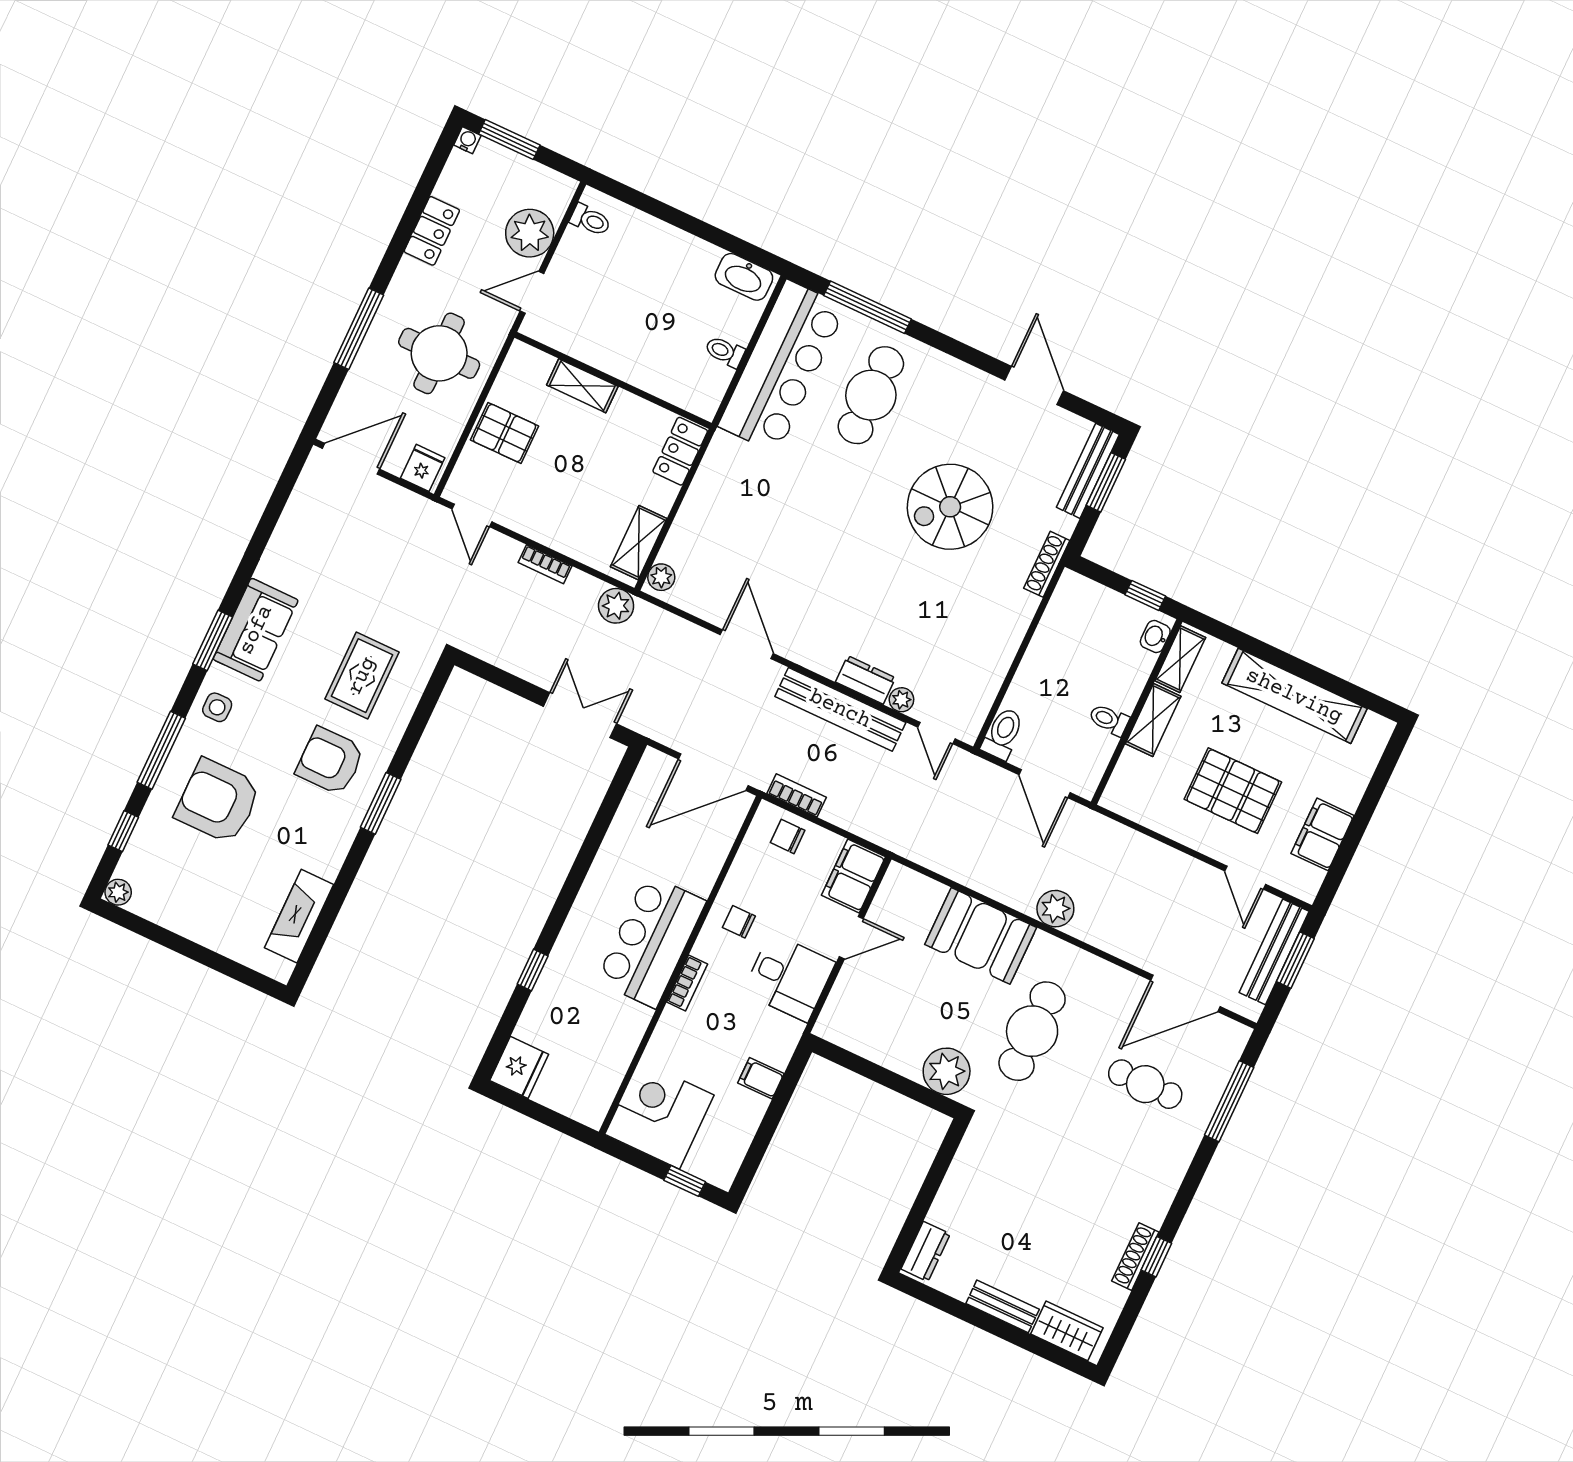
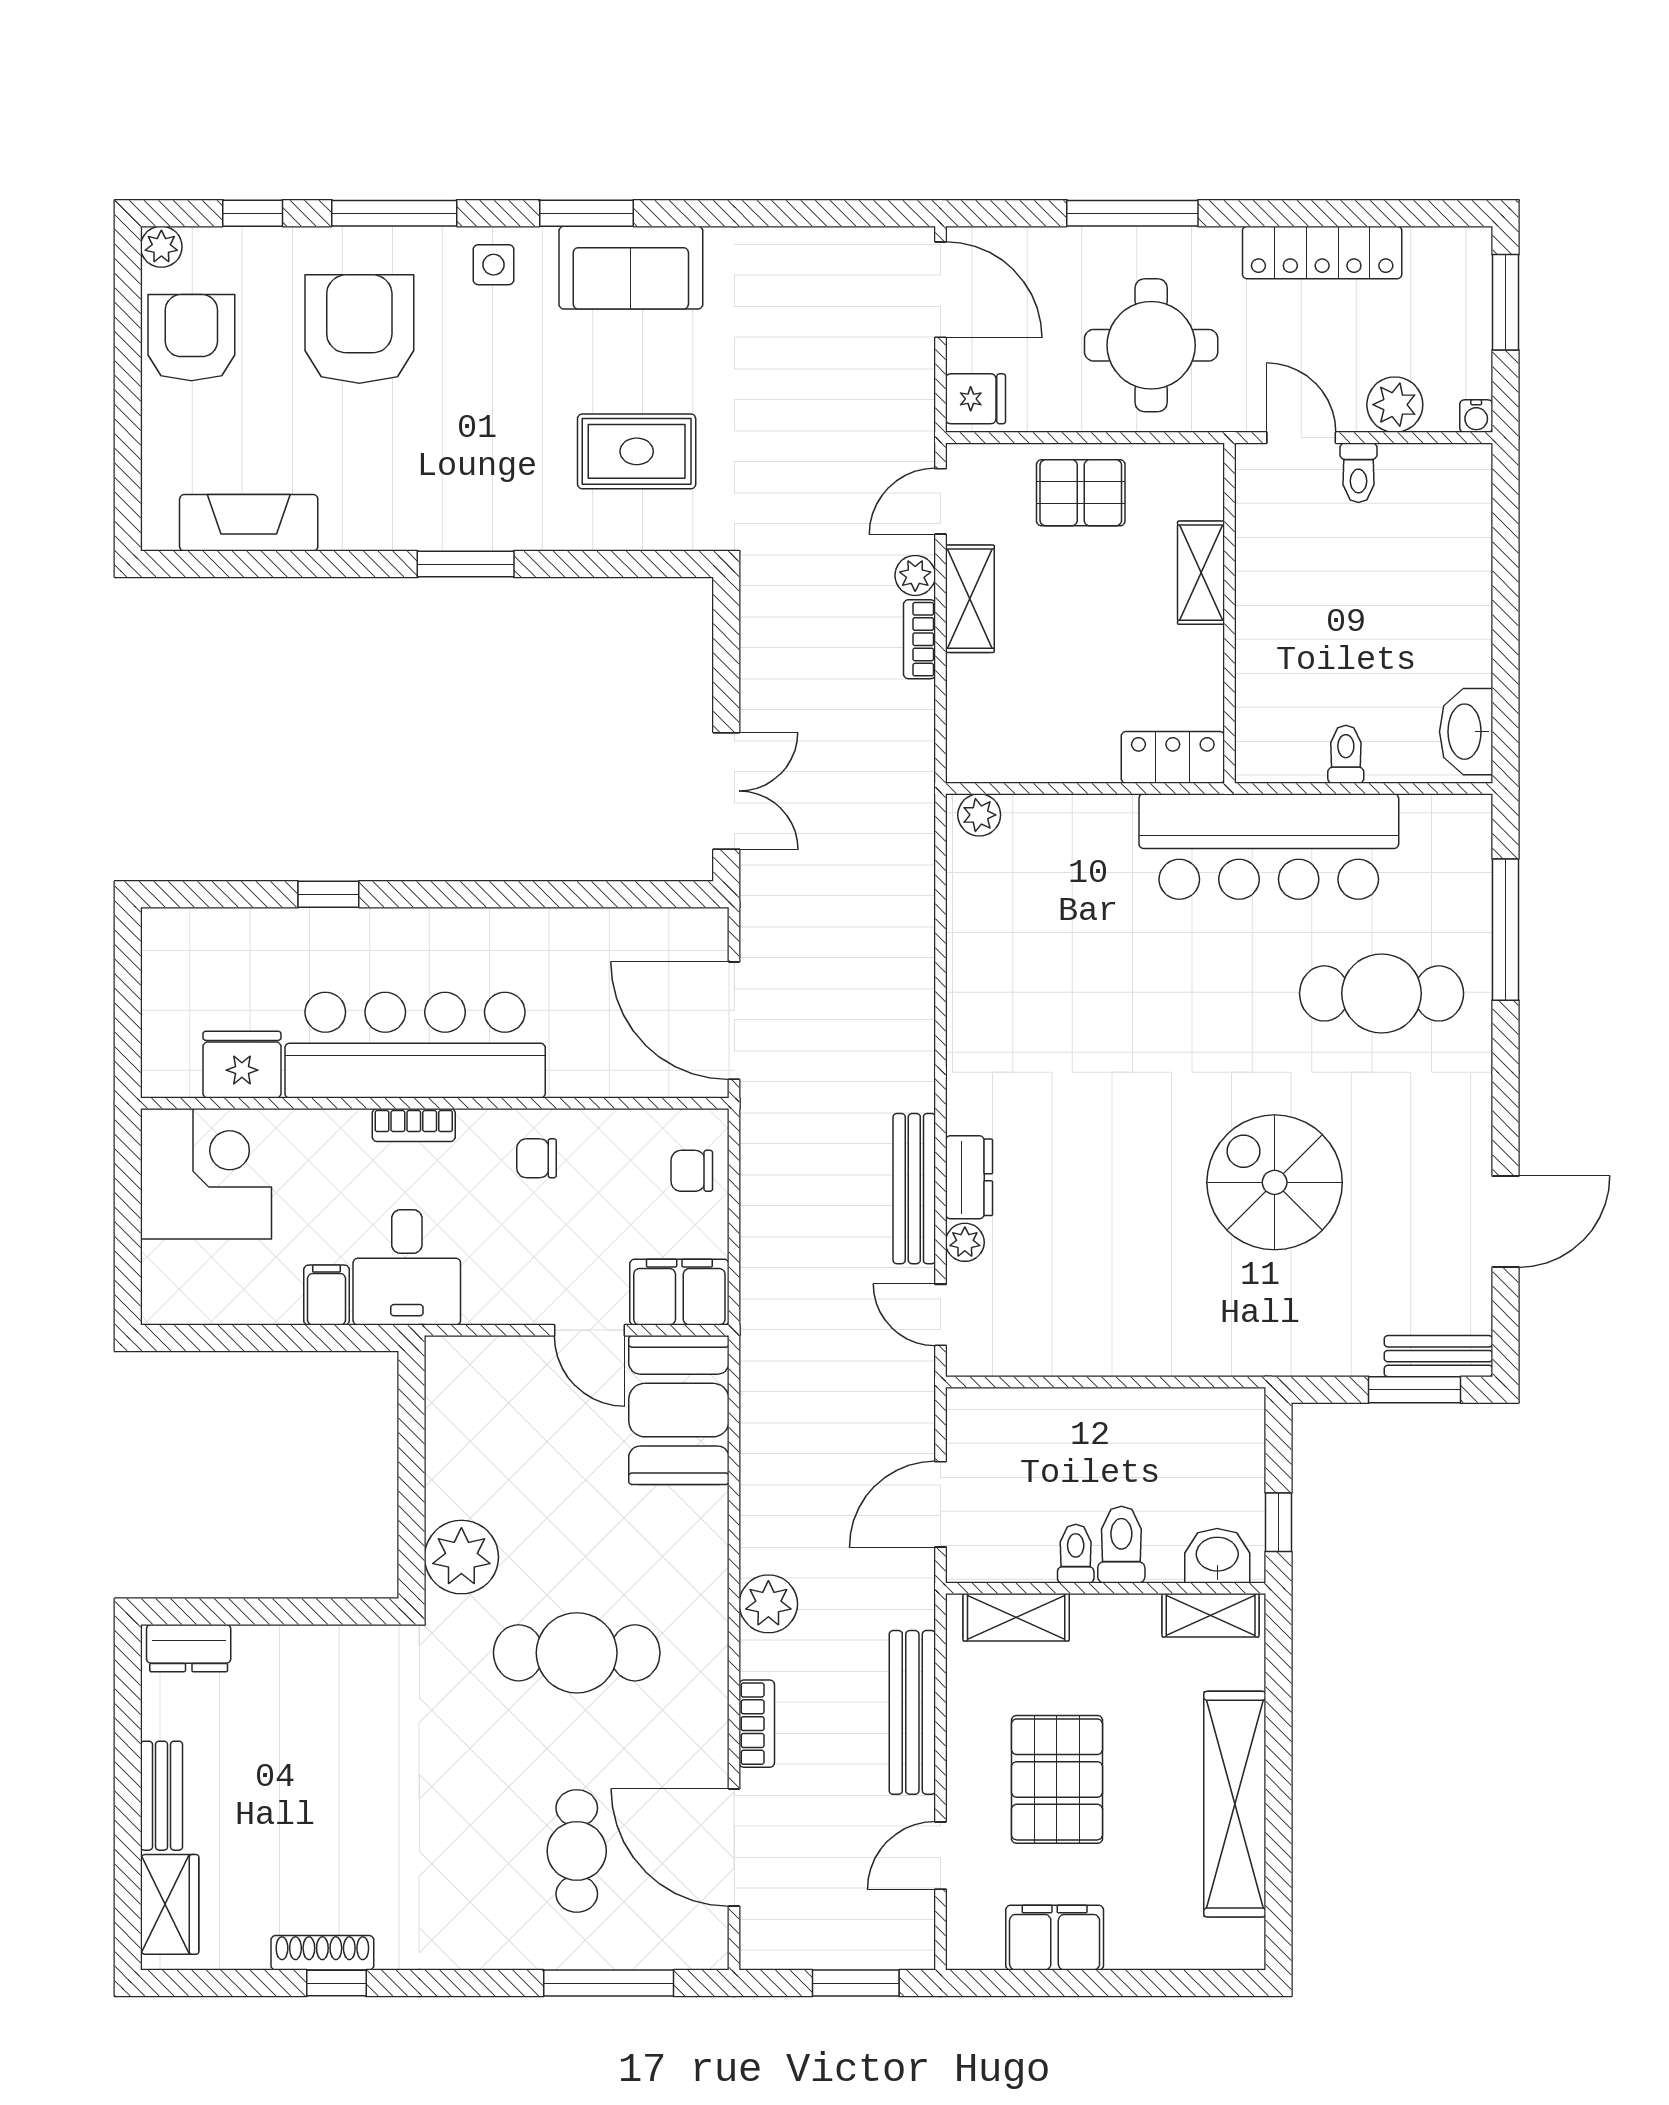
water cooler: (467, 140) -> (1476, 416), moved, turned 90
toilet: (590, 220) -> (1358, 473), moved
locker: (432, 231) -> (1322, 252), width x1.53
plant: (530, 233) -> (1395, 405), width x0.73, depth x0.73
bar counter: (782, 367) -> (1269, 847), moved
pallet: (504, 433) -> (1081, 493), turned 90
bench: (1088, 471) -> (1439, 1356), width x0.73
shelving: (639, 543) -> (970, 599), moved, turned 90
shoe rack: (1047, 564) -> (1257, 1360), removed
plant: (616, 606) -> (915, 575), moved, width x0.73, depth x0.73
washbasin: (1155, 637) -> (1217, 1556), width x1.38, depth x1.45
door: (747, 644) -> (940, 983), removed
bench: (840, 709) -> (914, 1189), width x0.73, depth x0.82
shelving: (1153, 720) -> (1016, 1617), moved
door: (936, 733) -> (940, 1315), hinge flipped
toilet: (1003, 734) -> (1121, 1545), moved, turned -90
armchair: (330, 761) -> (191, 338), moved
bookcase: (797, 795) -> (757, 1724), moved
chair: (788, 836) -> (692, 1171), turned -90
chair: (739, 922) -> (537, 1158), turned -90
booth: (981, 936) -> (679, 1410), moved
bar counter: (651, 941) -> (415, 1045), width x1.36
bench: (1274, 952) -> (912, 1712), moved, turned 90
desk: (789, 977) -> (407, 1267), moved
fridge: (519, 1067) -> (242, 1065), moved, turned 180
window: (685, 1181) -> (128, 1255), removed

